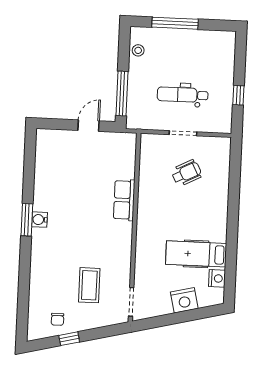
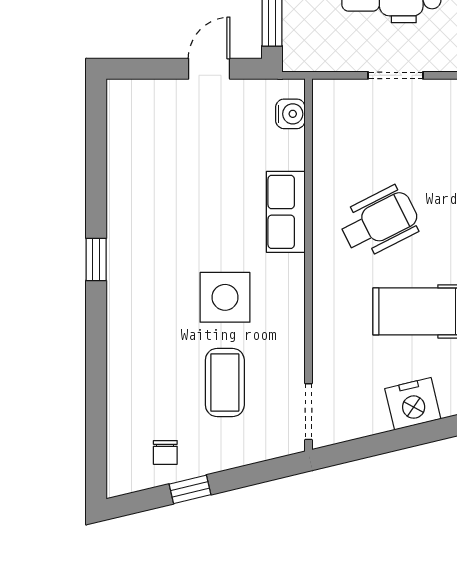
wheelchair: (187, 173) -> (379, 222), moved, width x1.36, depth x1.37
window: (27, 220) -> (96, 259), width x0.67
water cooler: (39, 220) -> (290, 114), moved, turned 180
side table: (91, 242) -> (225, 297), added

